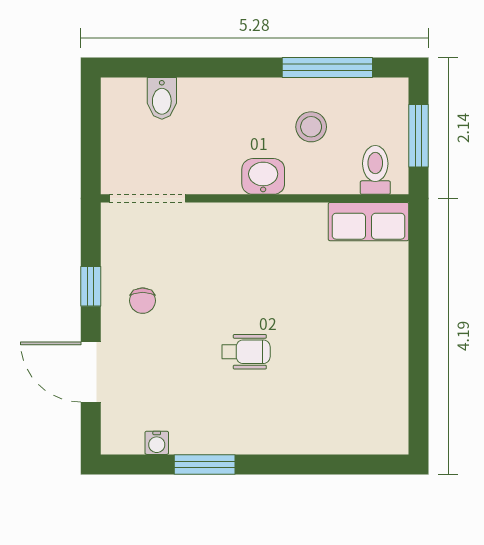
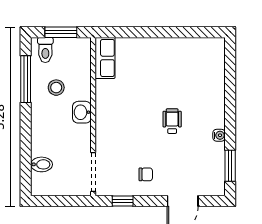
toilet: (375, 170) -> (45, 50), moved, turned -90
window: (91, 286) -> (123, 201), moved
water cooler: (157, 443) -> (219, 135), moved
window: (205, 464) -> (230, 166), moved

